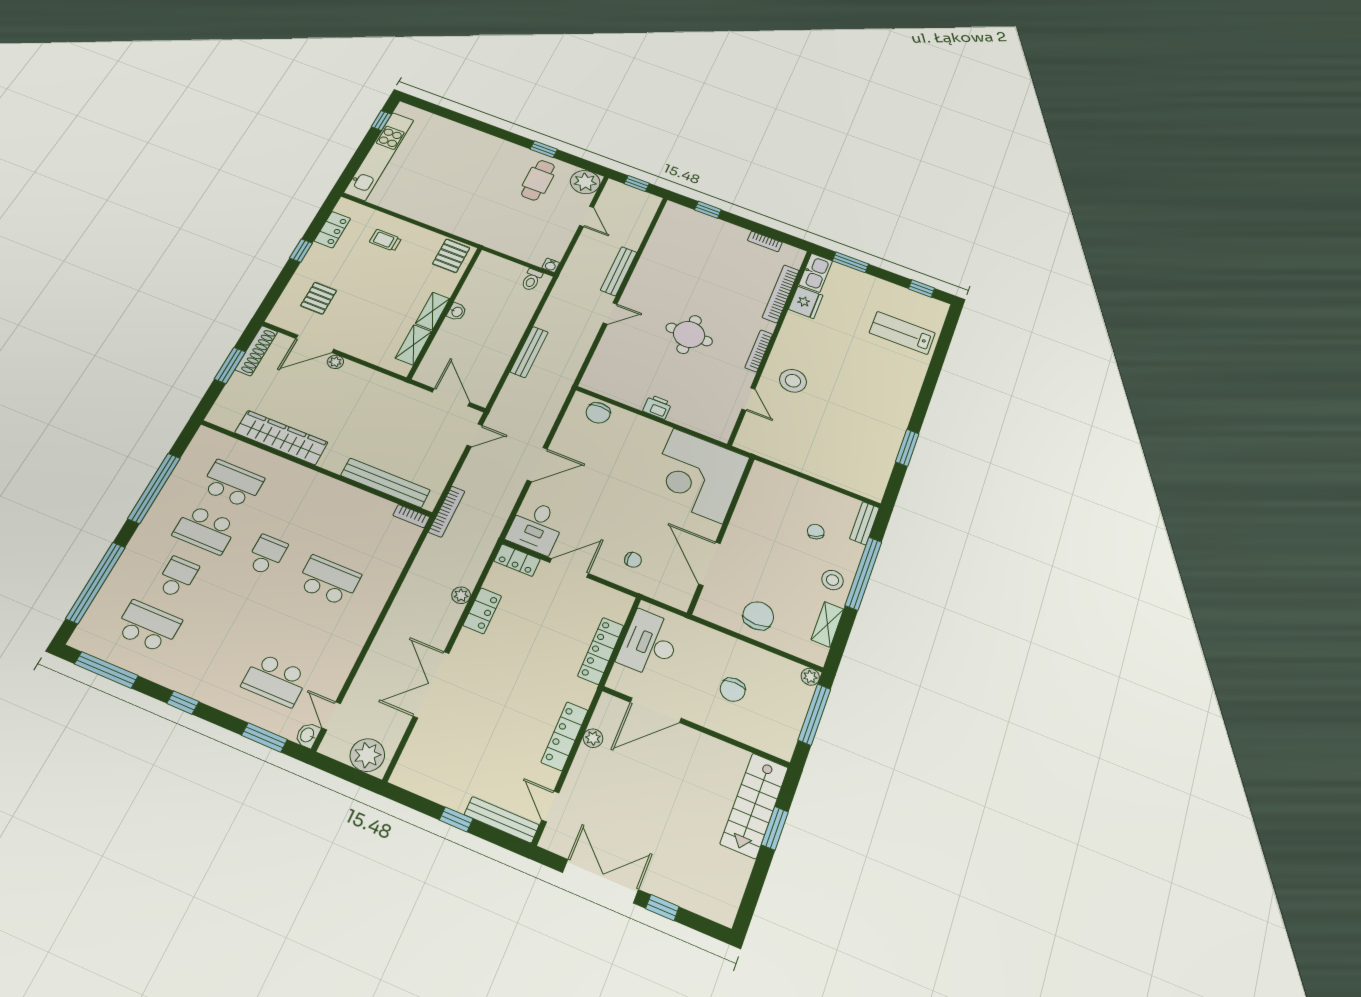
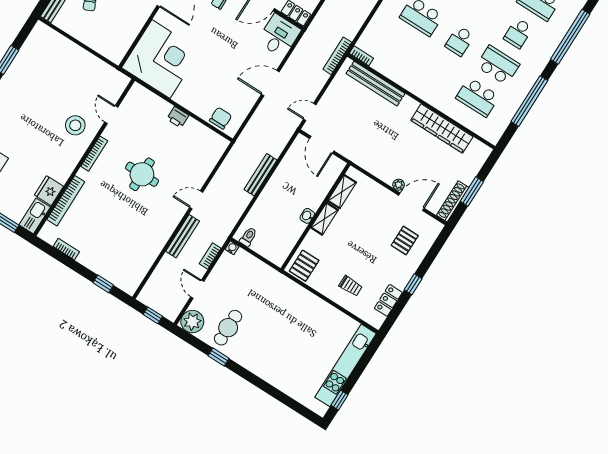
bookcase: (578, 253) -> (210, 256), added

